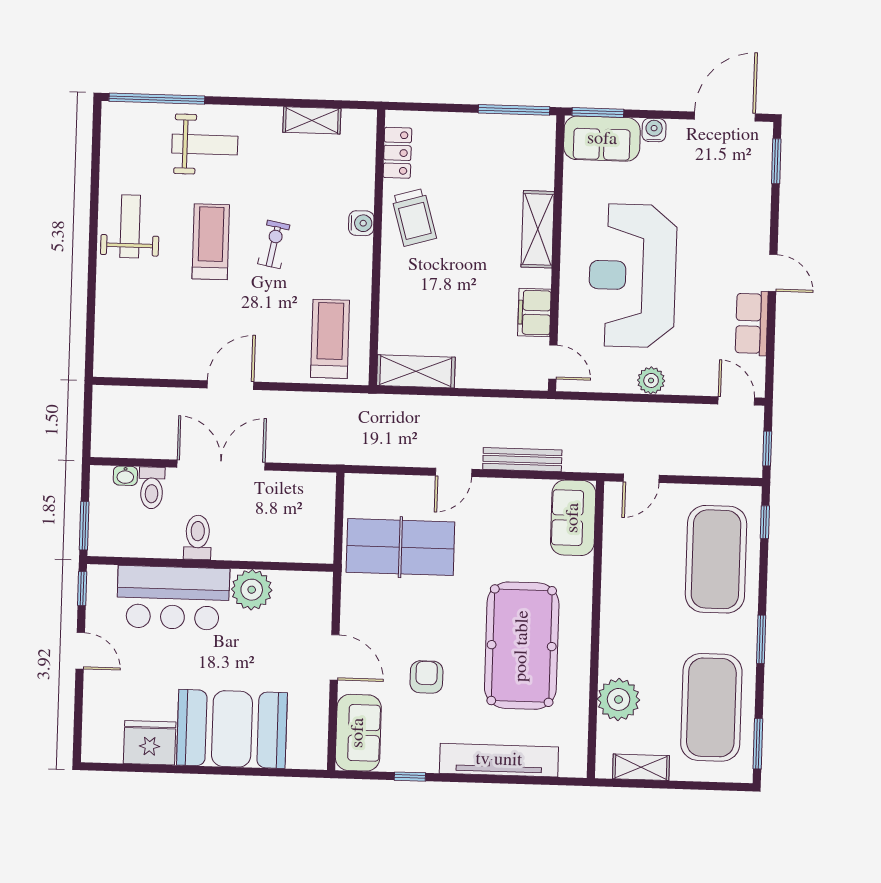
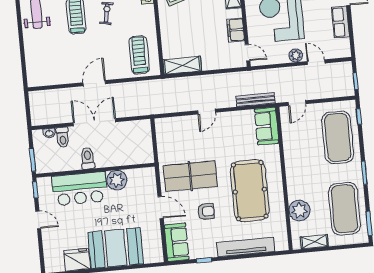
door: (736, 401) -> (316, 62), moved
bench: (522, 460) -> (255, 100), moved
table tennis table: (400, 547) -> (190, 176), moved
armchair: (426, 677) -> (206, 211), turned 90

